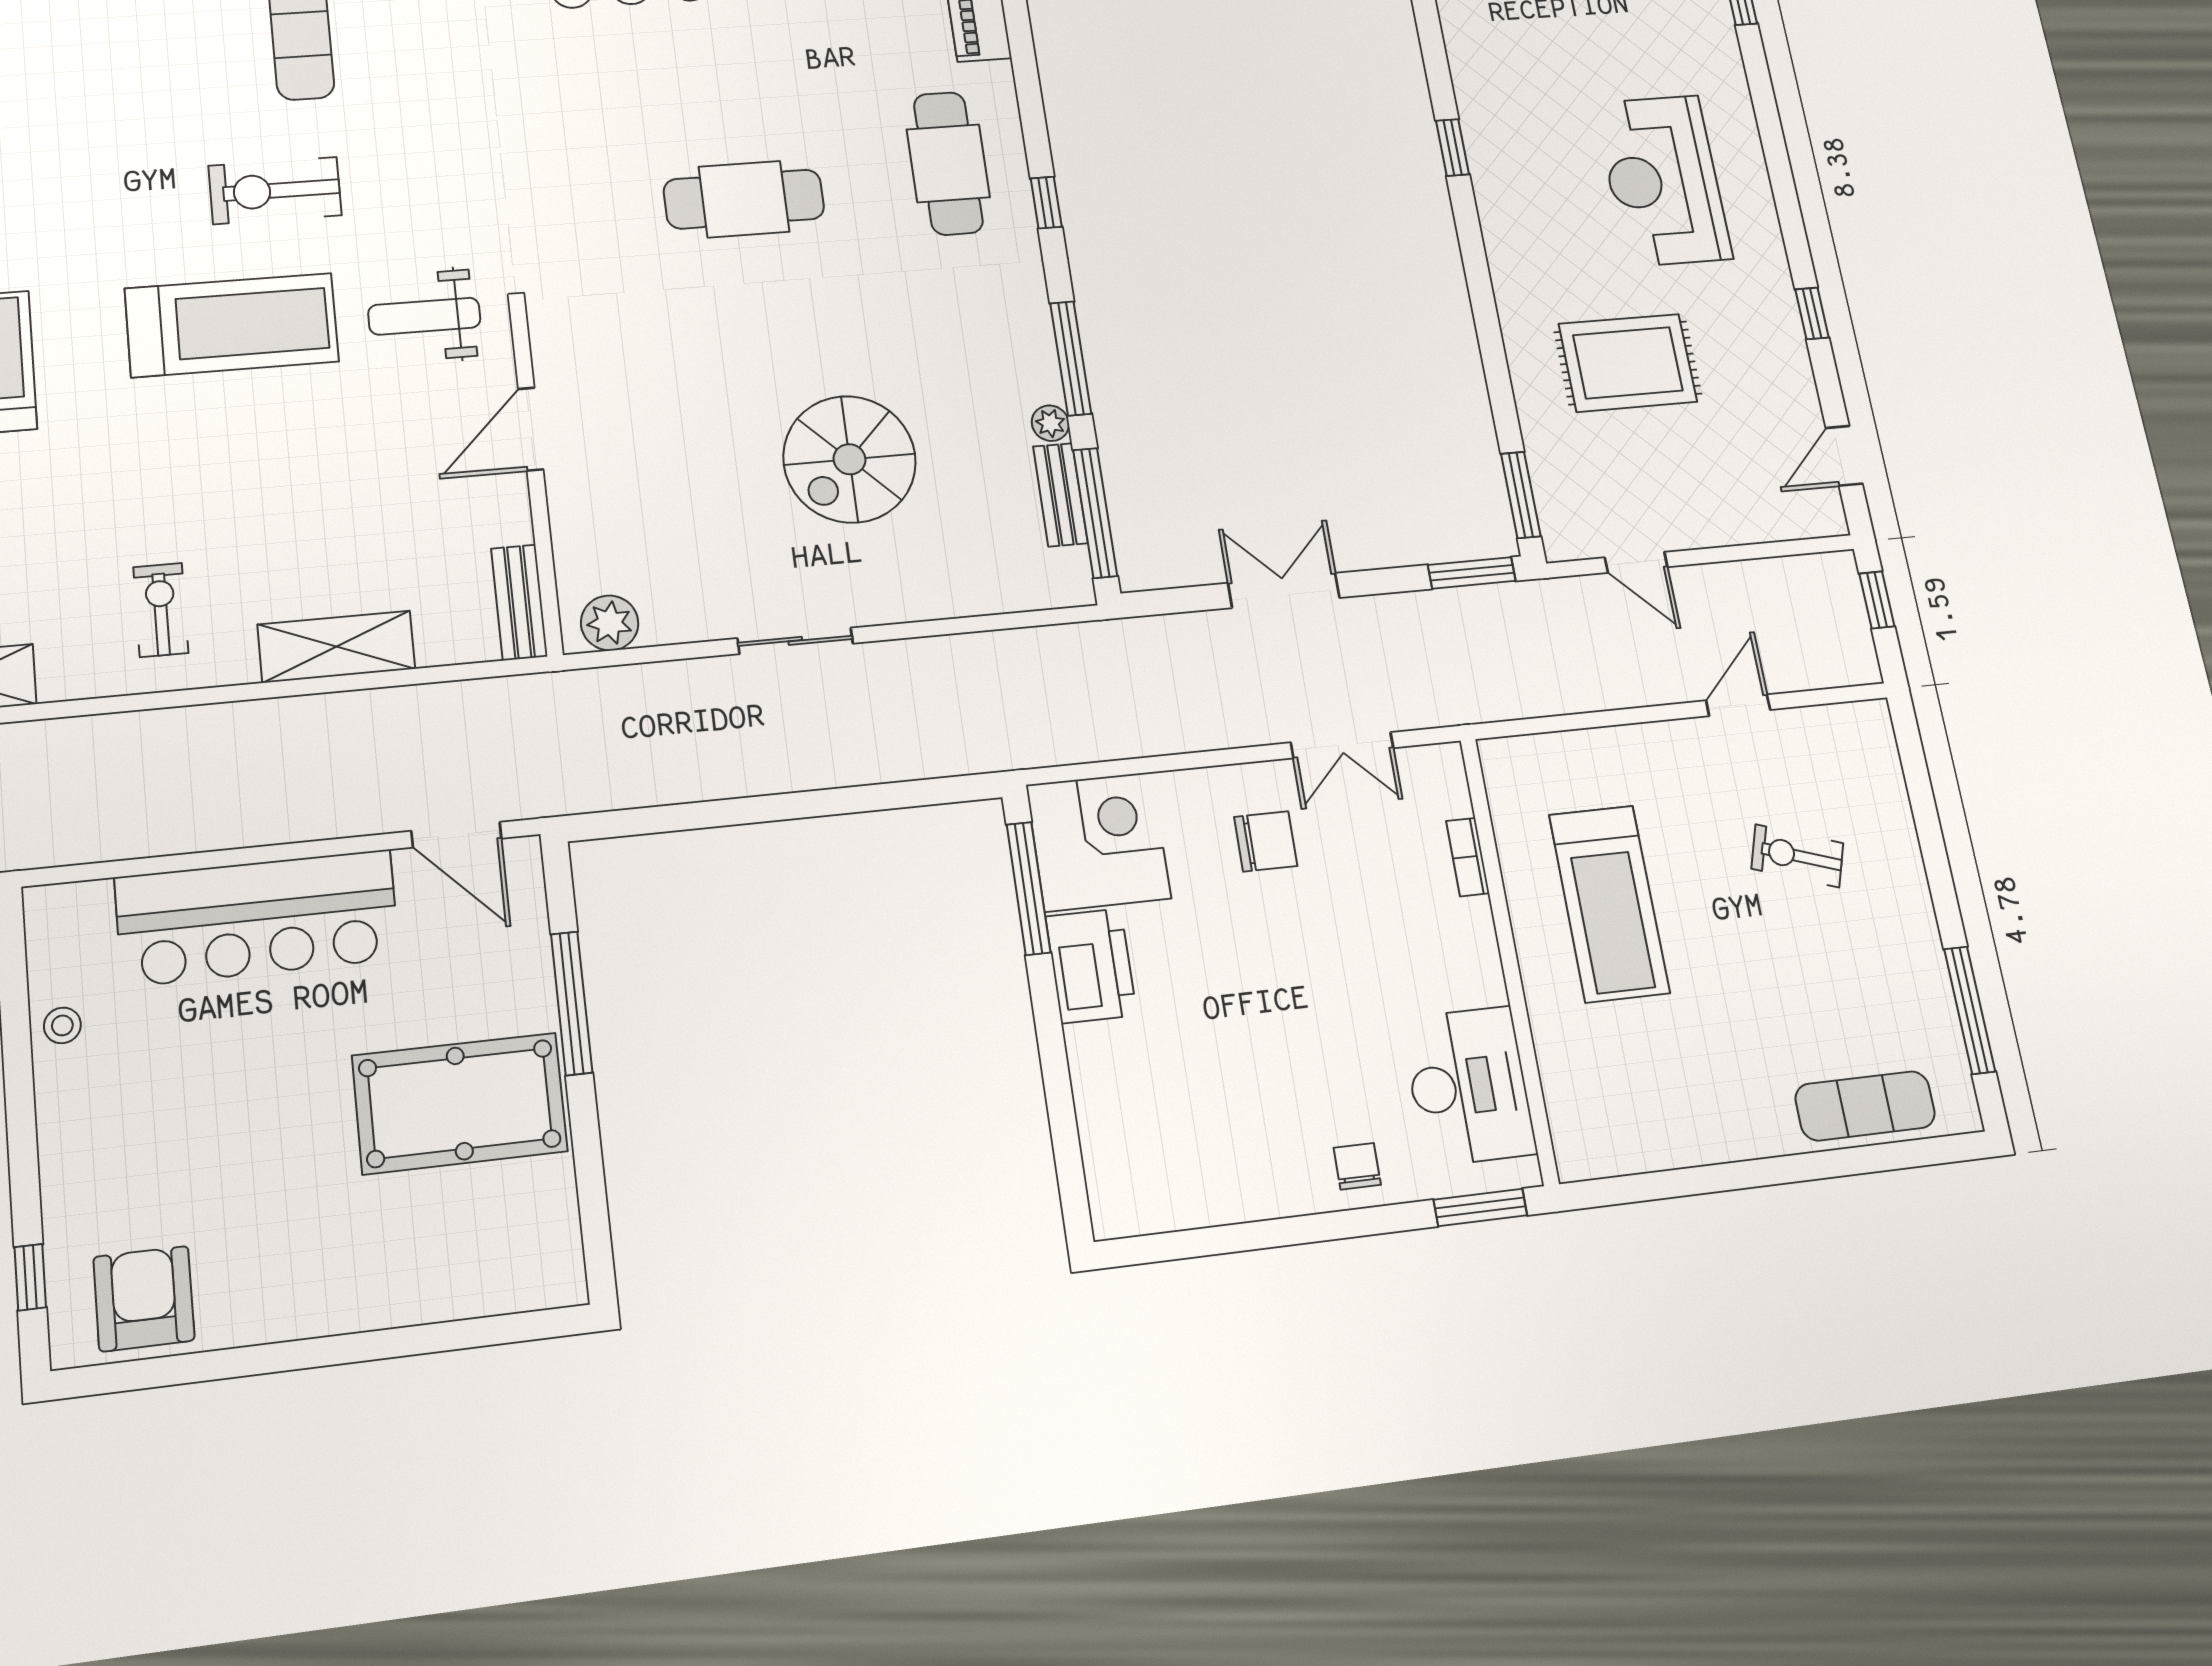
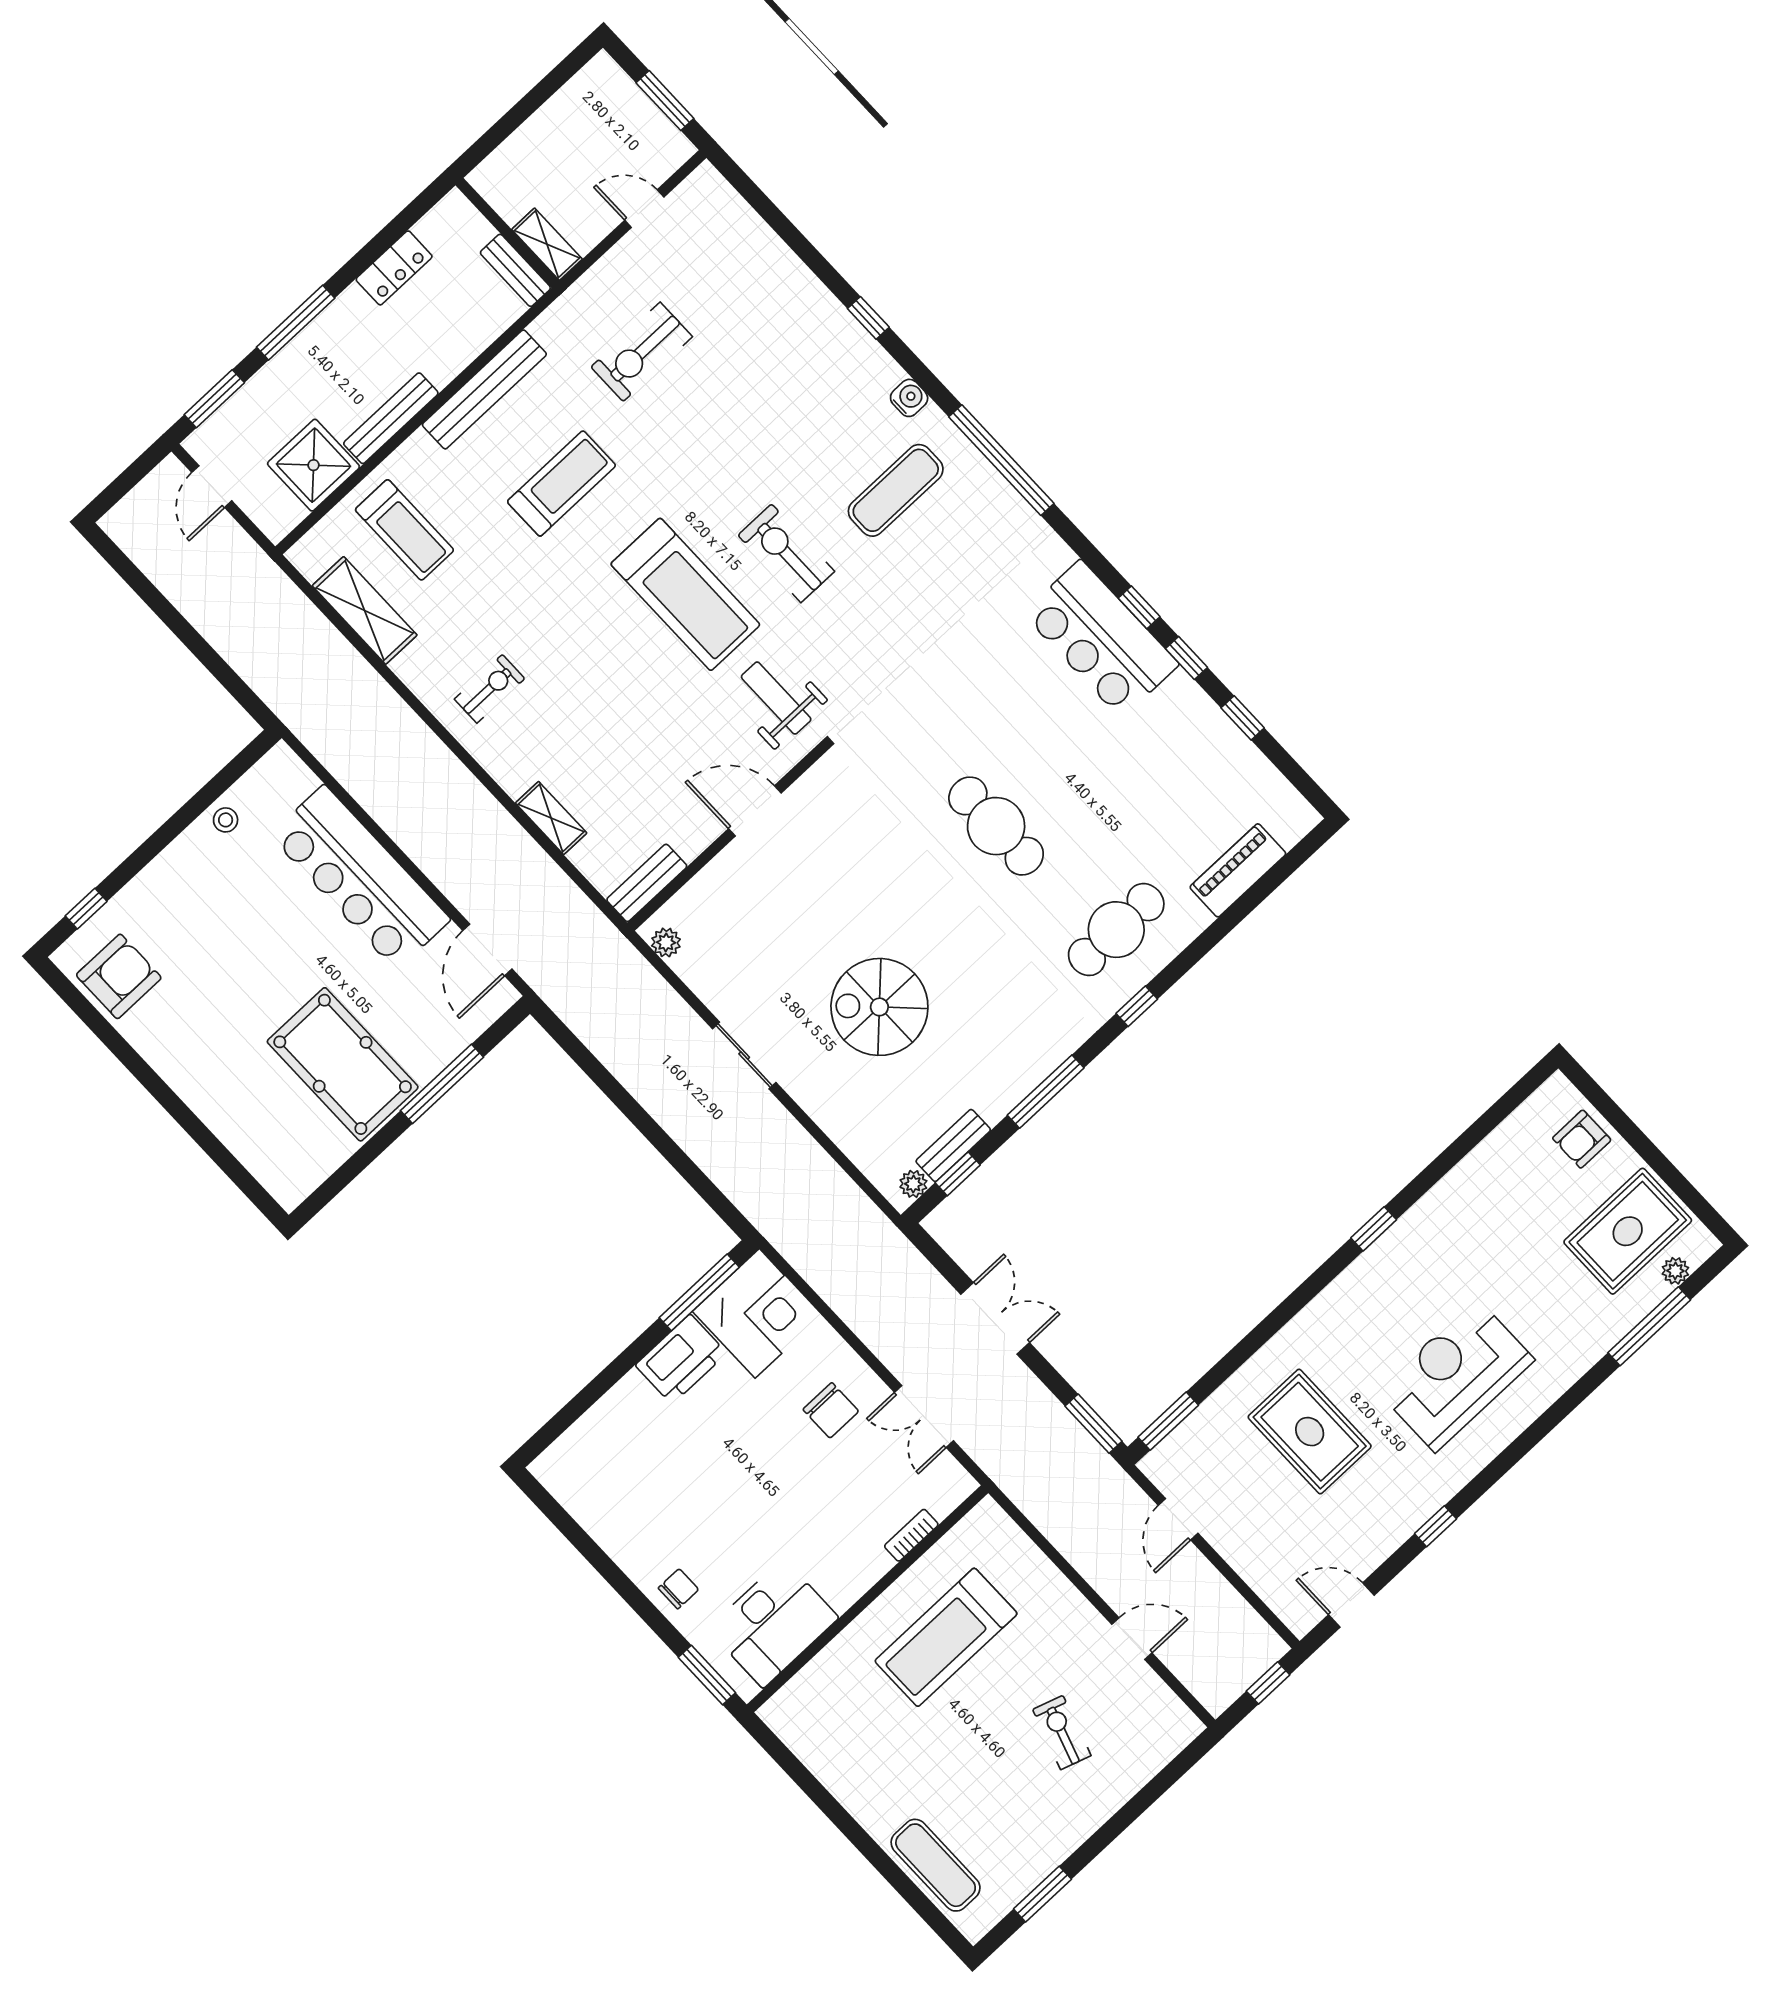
plant: (1050, 423) -> (913, 1184), moved
window: (1095, 513) -> (958, 1174), width x0.46
plant: (610, 623) -> (666, 942), width x0.73, depth x0.73
shelving: (336, 647) -> (551, 818), width x0.67, depth x0.75
window: (1970, 1010) -> (1042, 1894), width x0.69

